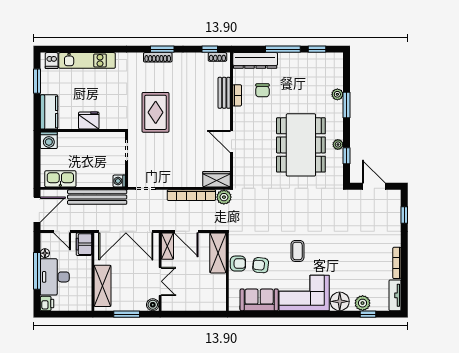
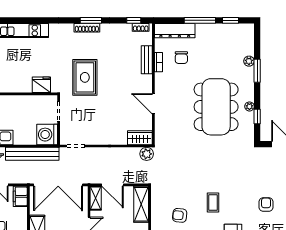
fridge: (89, 120) -> (41, 85), moved
washing machine: (119, 181) -> (47, 135), width x1.89, depth x1.89
bookcase: (191, 195) -> (117, 152), removed
armchair: (238, 264) -> (266, 205), moved, turned -90

